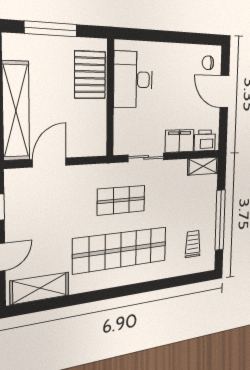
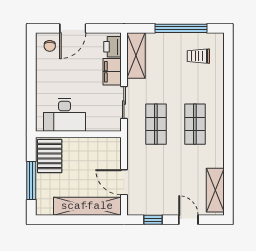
pallet: (90, 75) -> (50, 156), moved, turned 90
shelving: (203, 166) -> (136, 56), width x1.50, depth x1.33
shop shelf: (121, 250) -> (195, 124), width x0.50, depth x0.74

